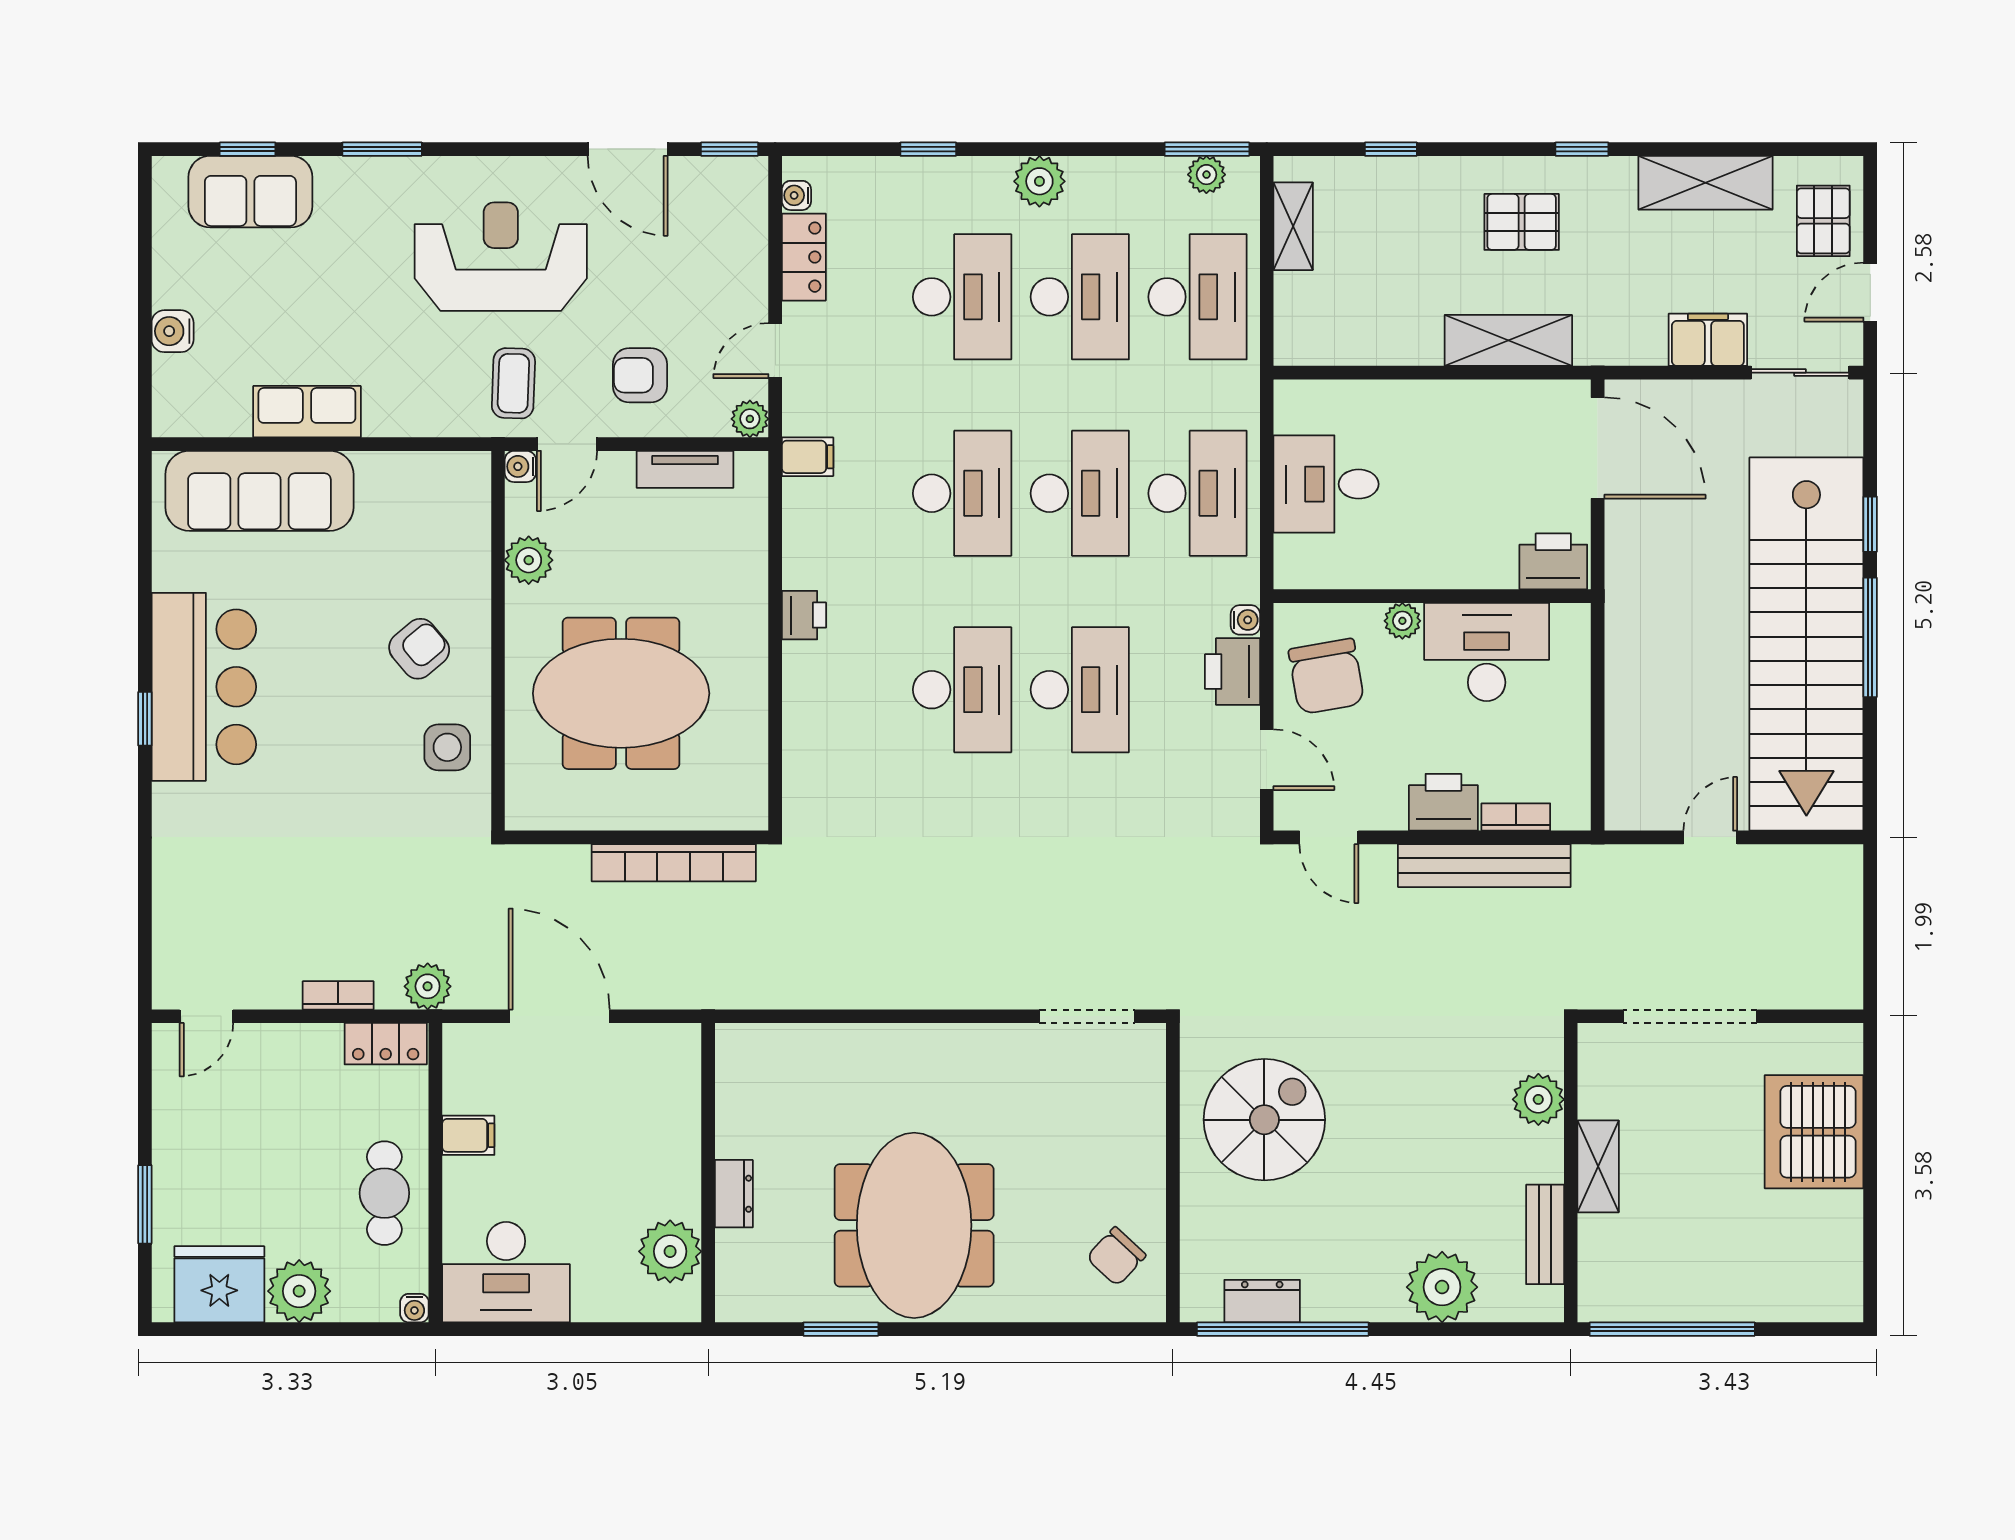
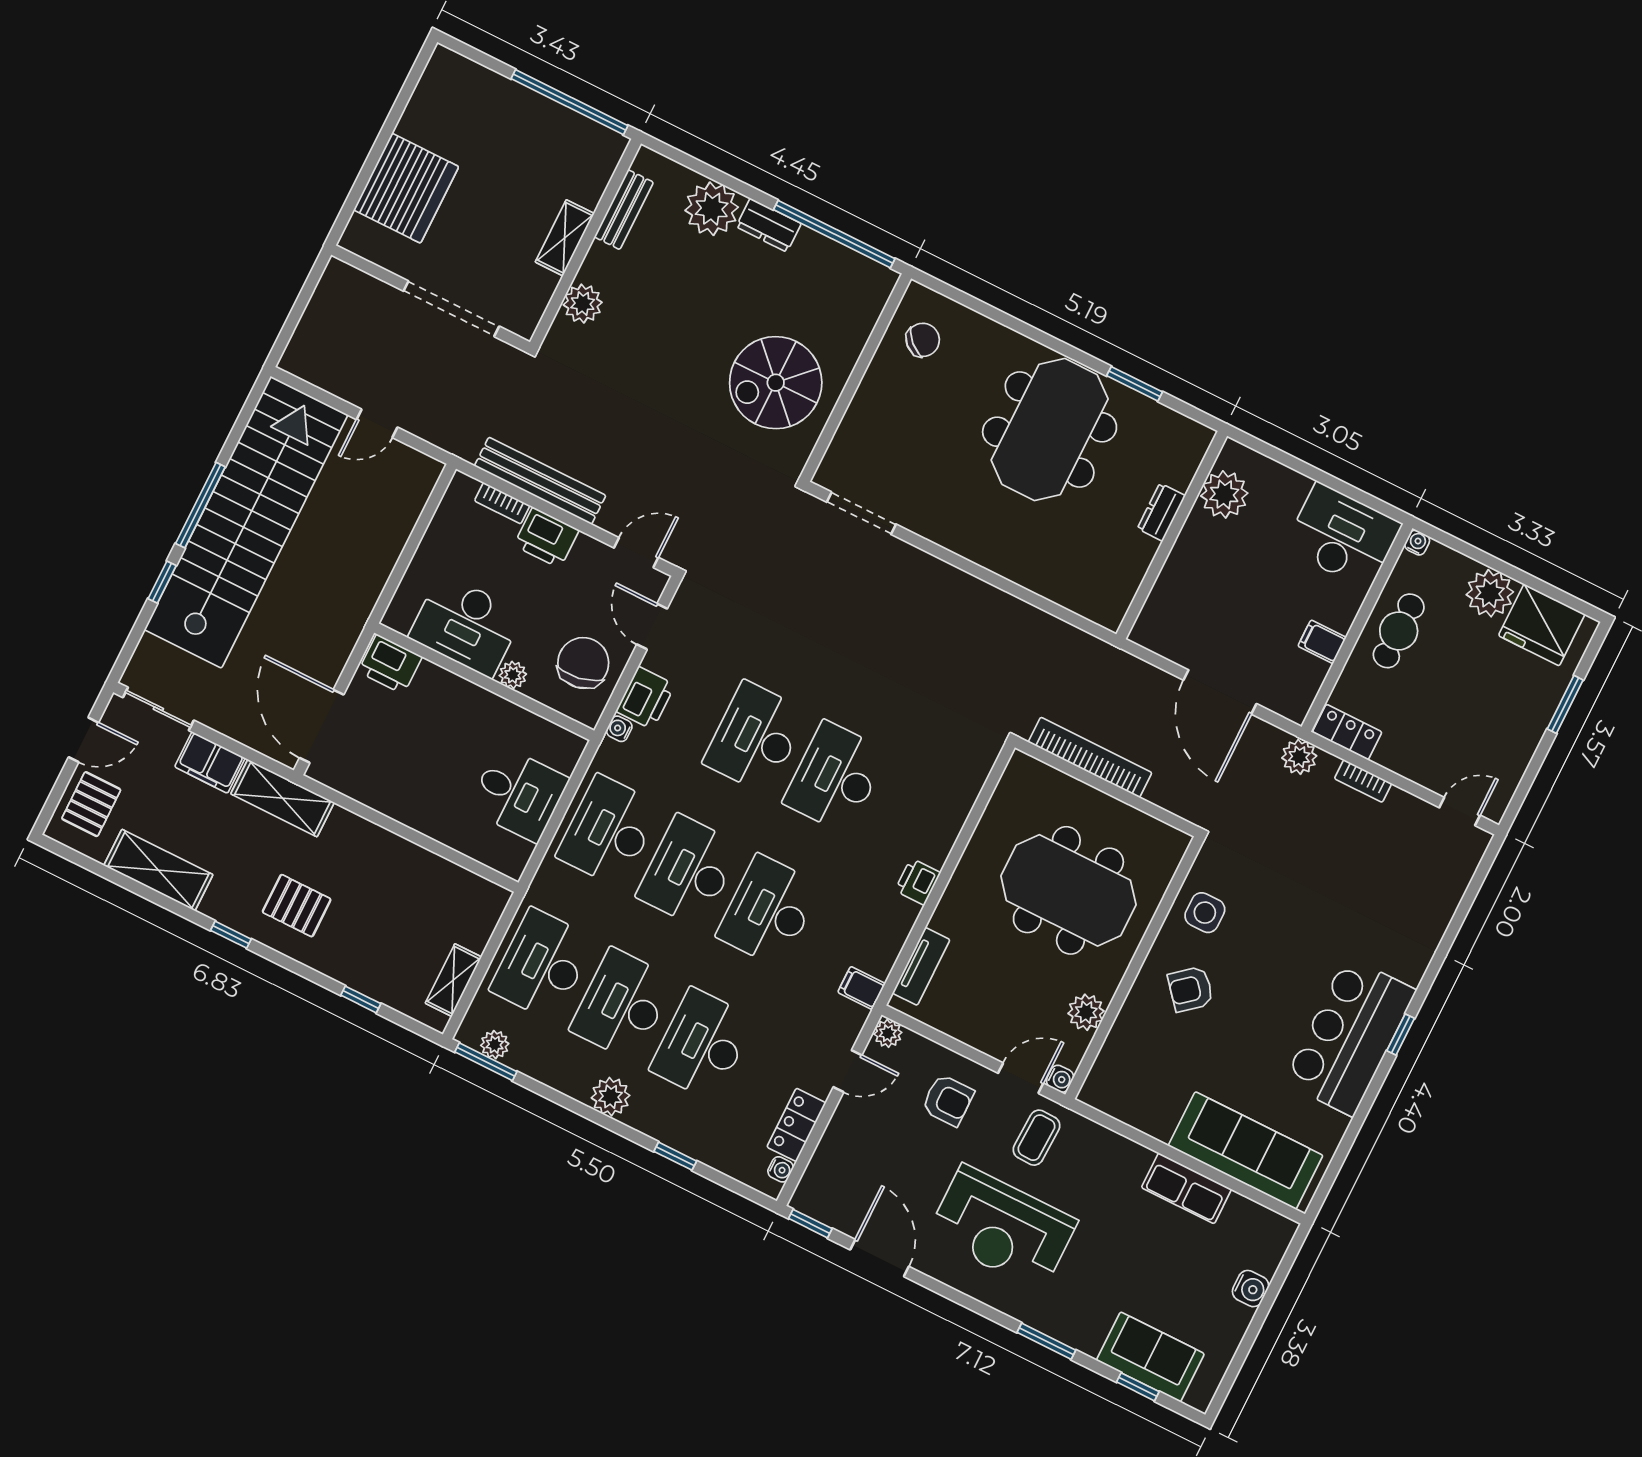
shelving: (1508, 340) -> (283, 798), moved
tv unit: (685, 469) -> (921, 966), moved, turned 90
door: (1329, 837) -> (636, 553), hinge flipped
dresser: (1262, 1301) -> (769, 225), moved

